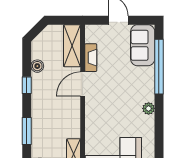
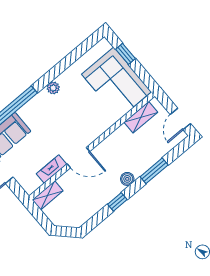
shelving: (72, 46) -> (48, 195), width x0.67, depth x0.75
boiler: (37, 66) -> (127, 179), moved

